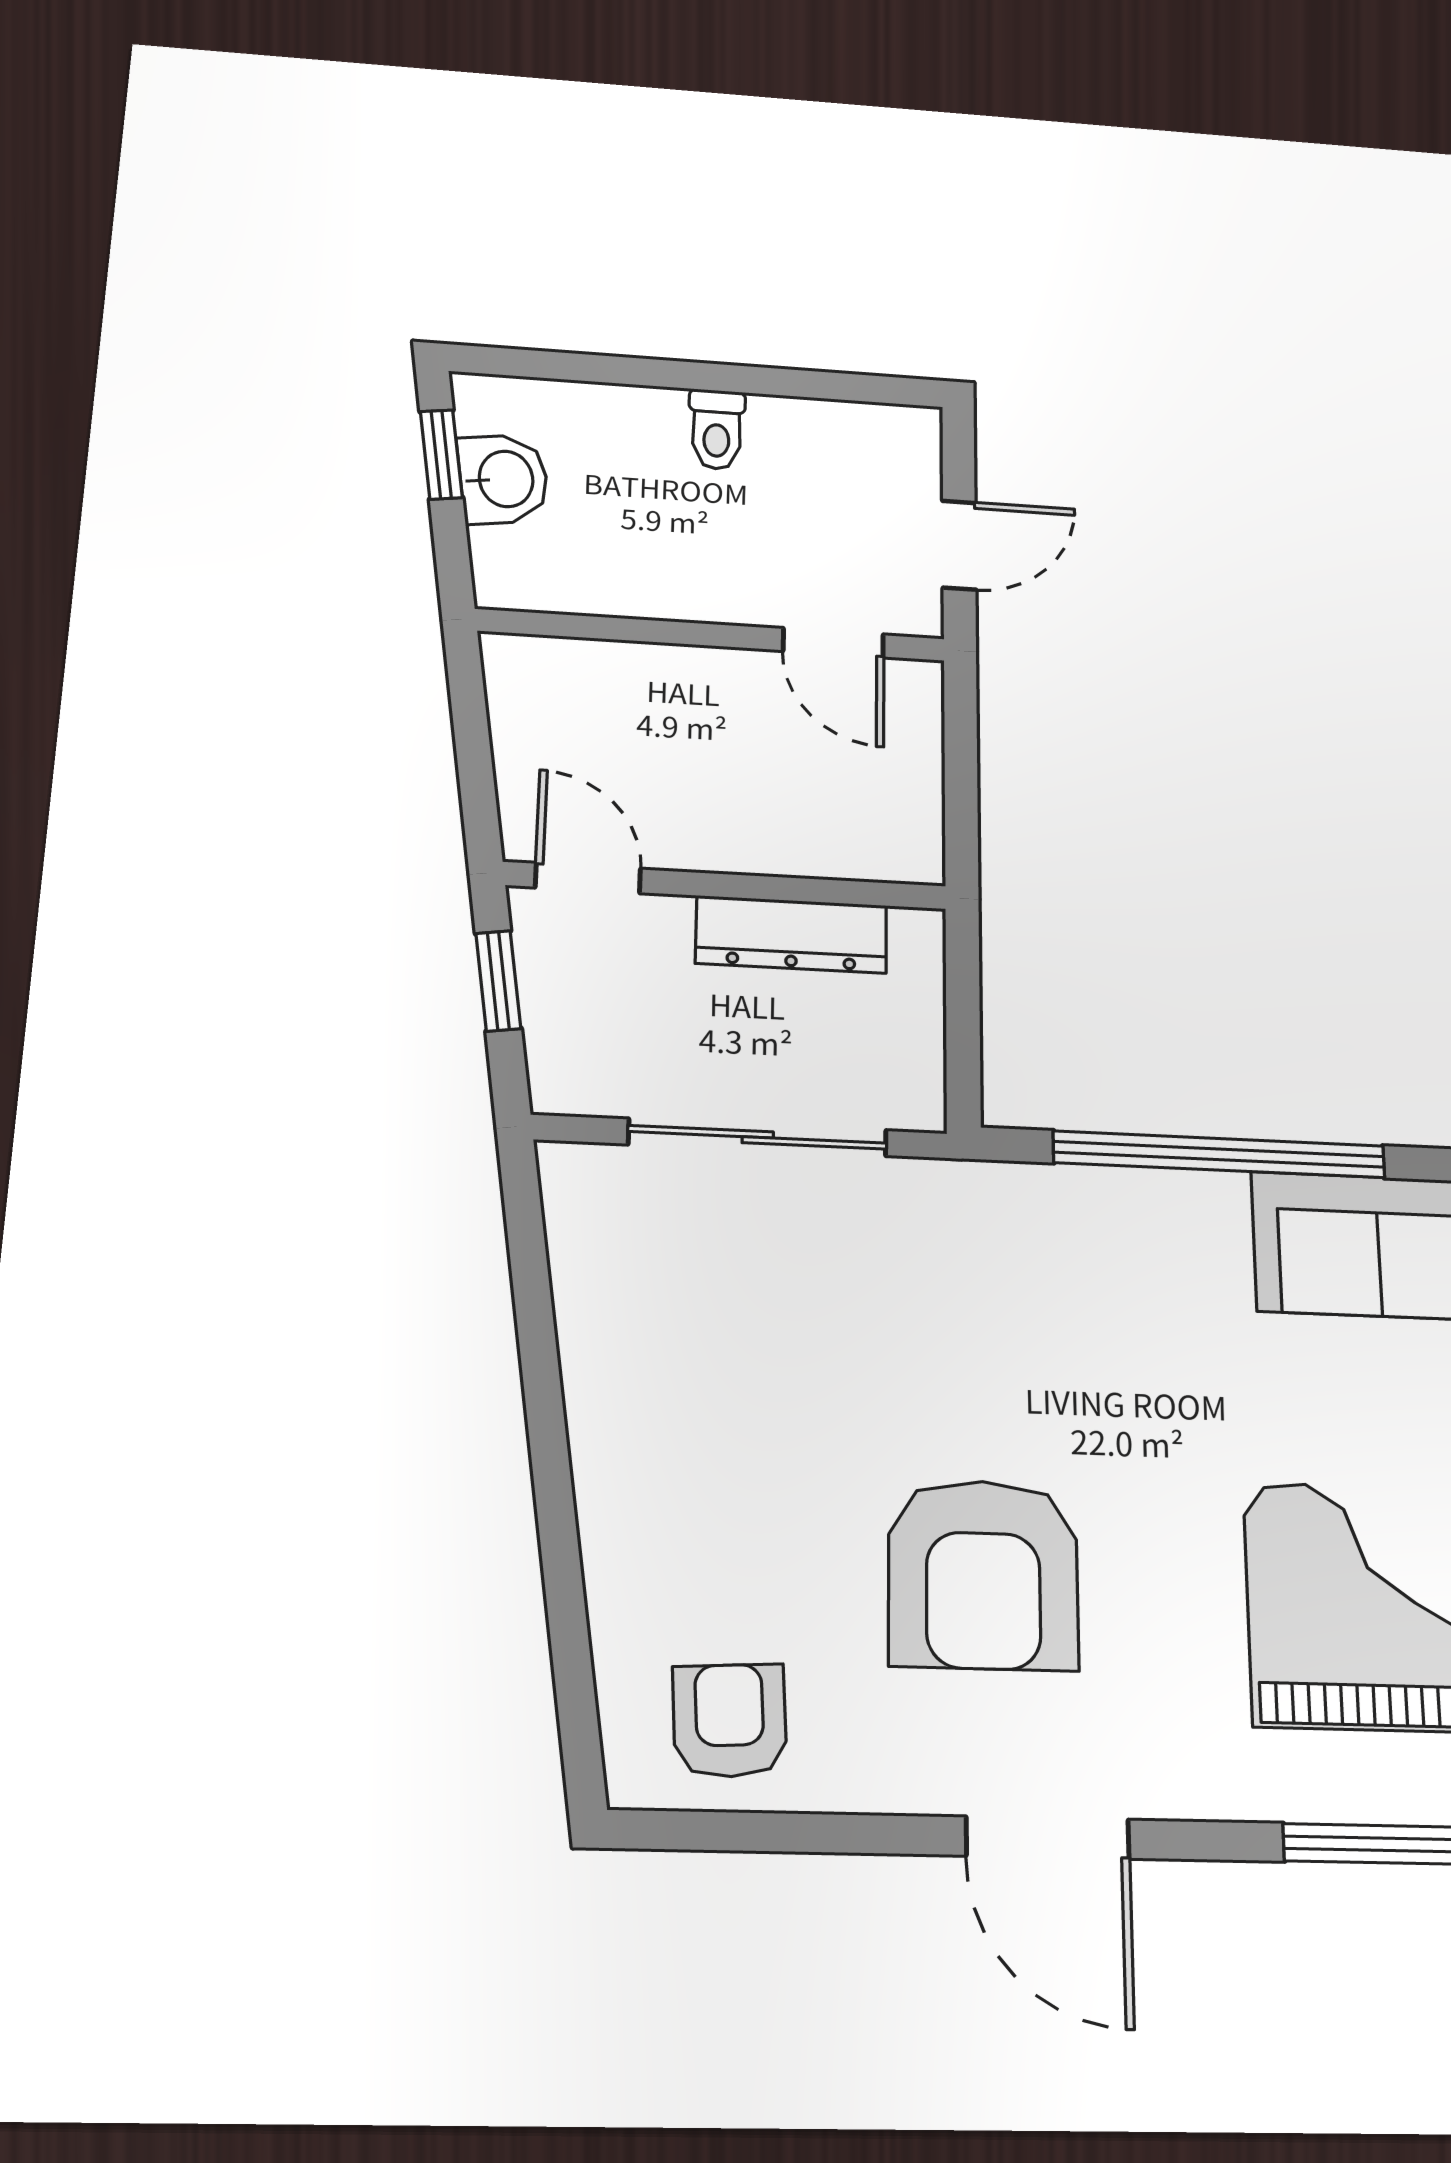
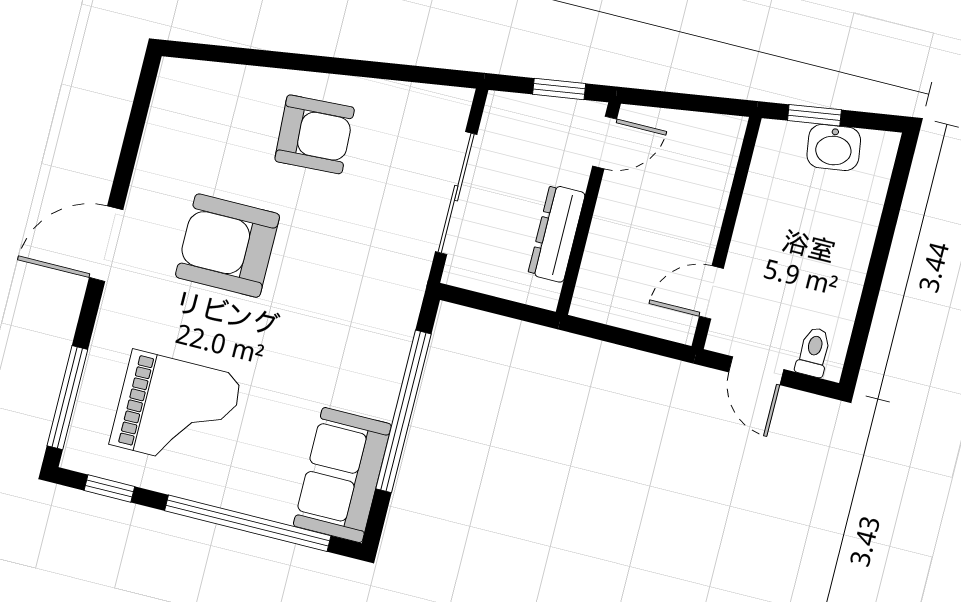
toilet: (717, 429) -> (814, 352), moved, turned 90
window: (441, 454) -> (814, 115), moved
armchair: (730, 1721) -> (315, 134), moved, width x1.38, depth x1.38

